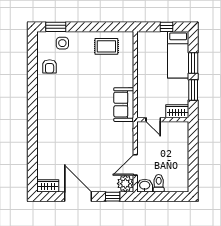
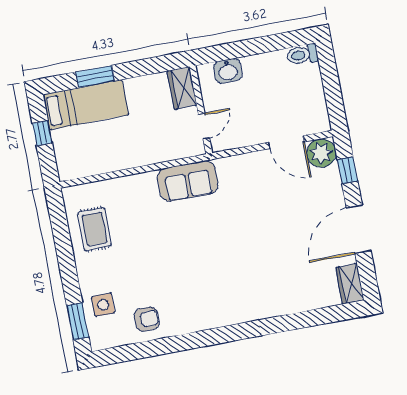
window: (193, 90) -> (141, 68), removed
toilet: (159, 183) -> (302, 55), moved
washbasin: (145, 186) -> (228, 71), moved, turned -90

